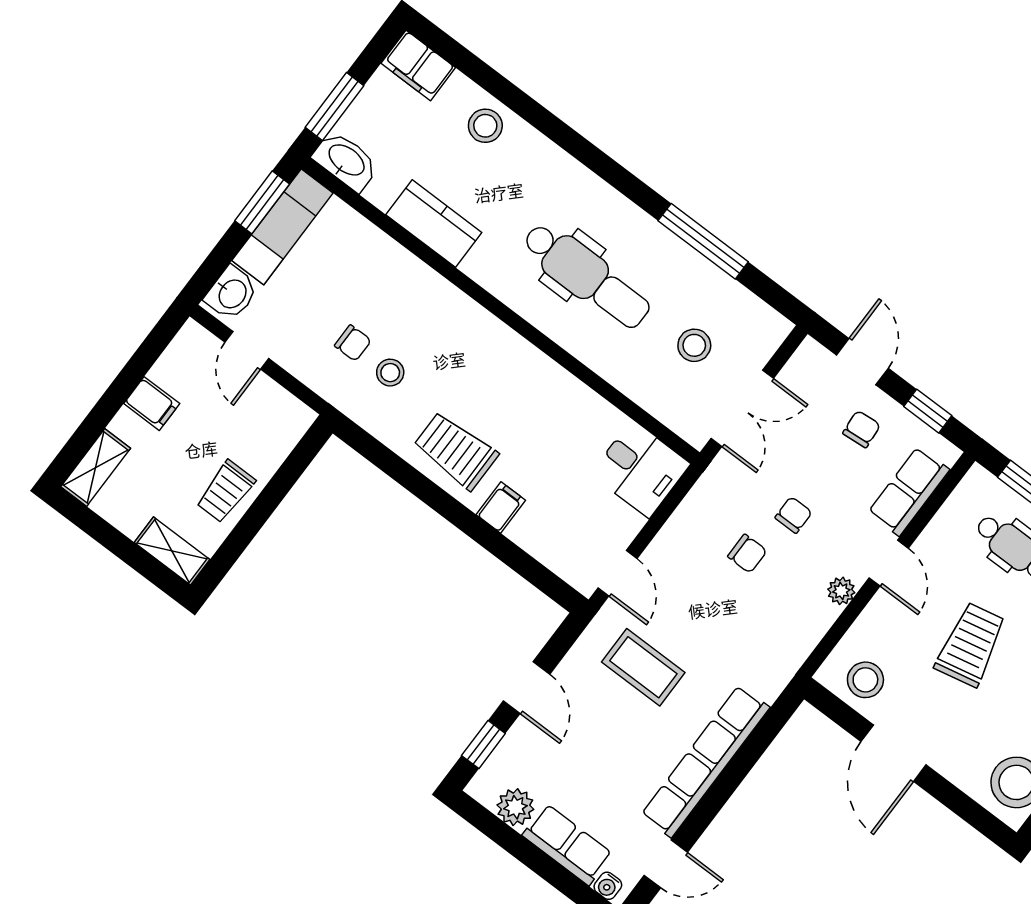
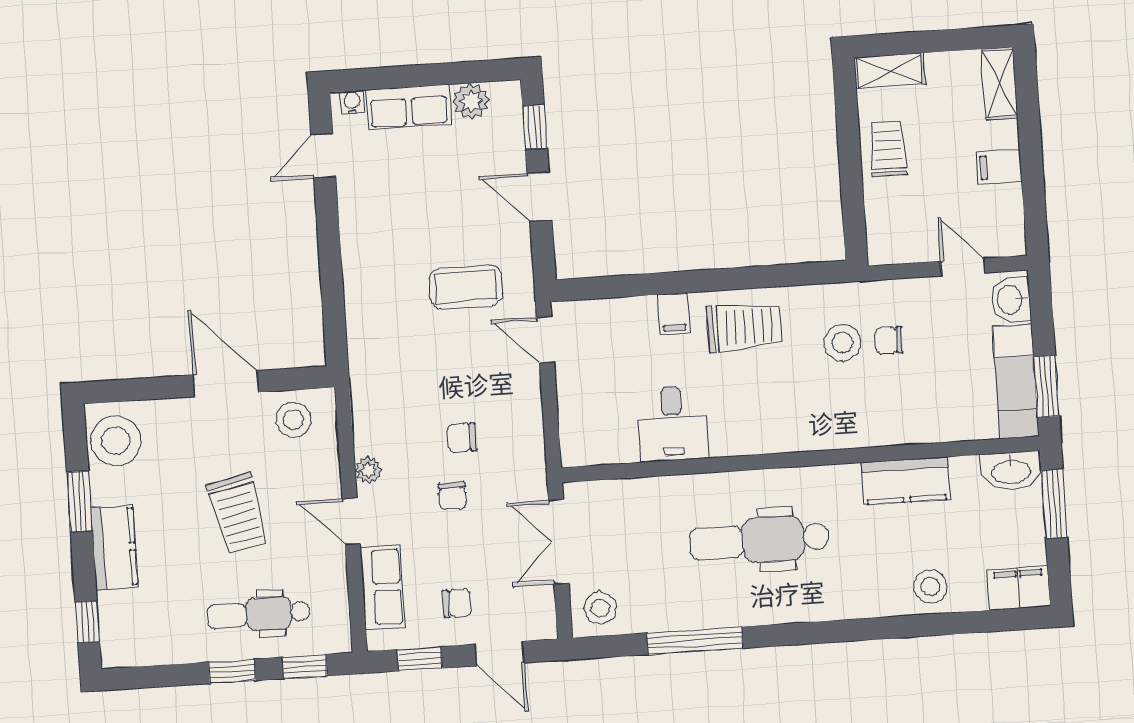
stool: (694, 345) -> (600, 608), moved
stool: (390, 373) -> (842, 343), width x1.37, depth x1.37
chair: (862, 429) -> (457, 603), turned -85
desk: (640, 469) -> (672, 424), moved, turned -90
row of seats: (705, 761) -> (360, 257), removed

